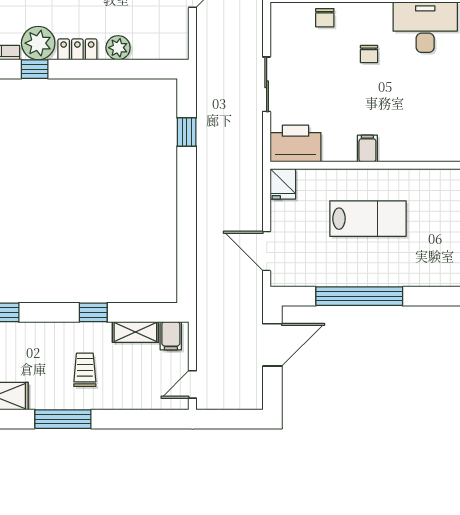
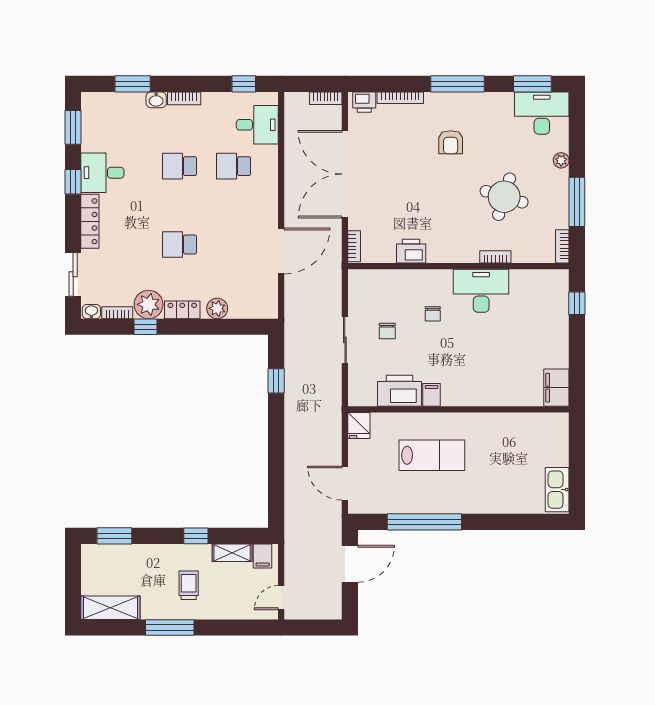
chair: (325, 18) -> (387, 331), moved
printer: (295, 144) -> (399, 391), moved

